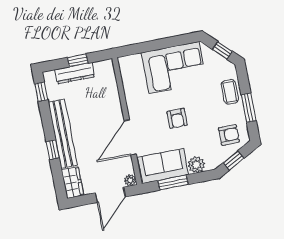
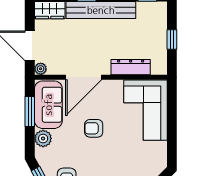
corner sofa: (174, 68) -> (145, 110), moved
dresser: (75, 73) -> (131, 67), moved, turned 90
door: (130, 137) -> (84, 77), swing flipped

